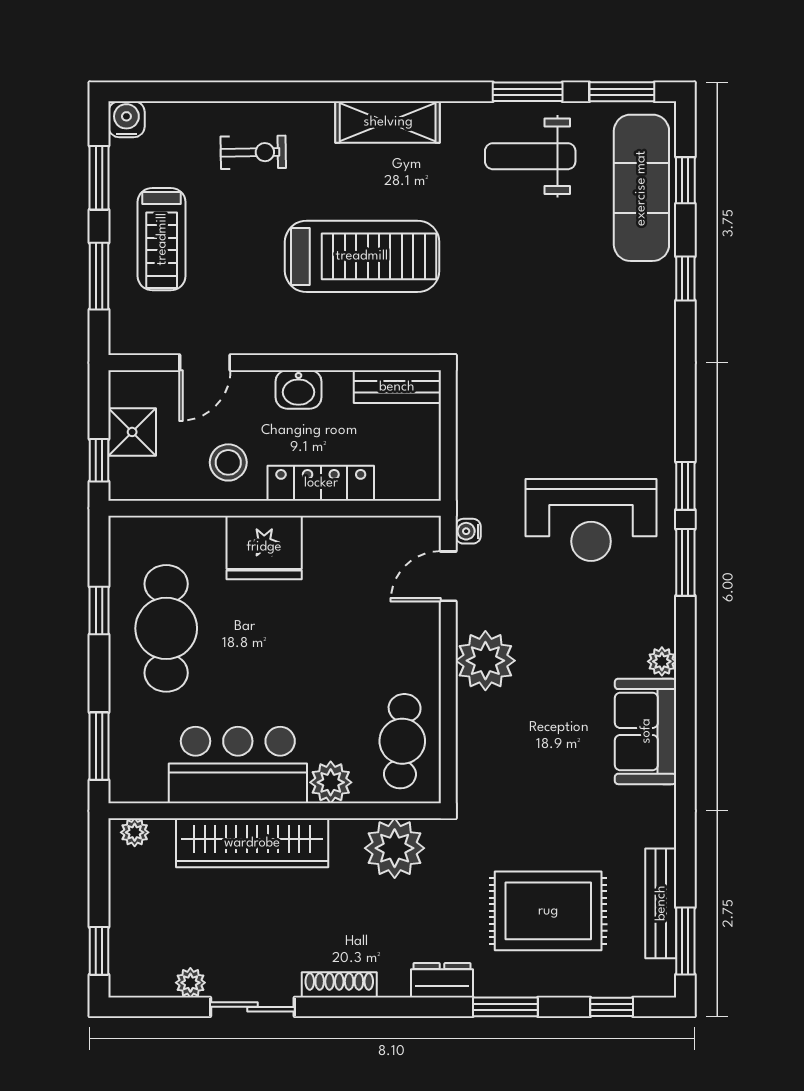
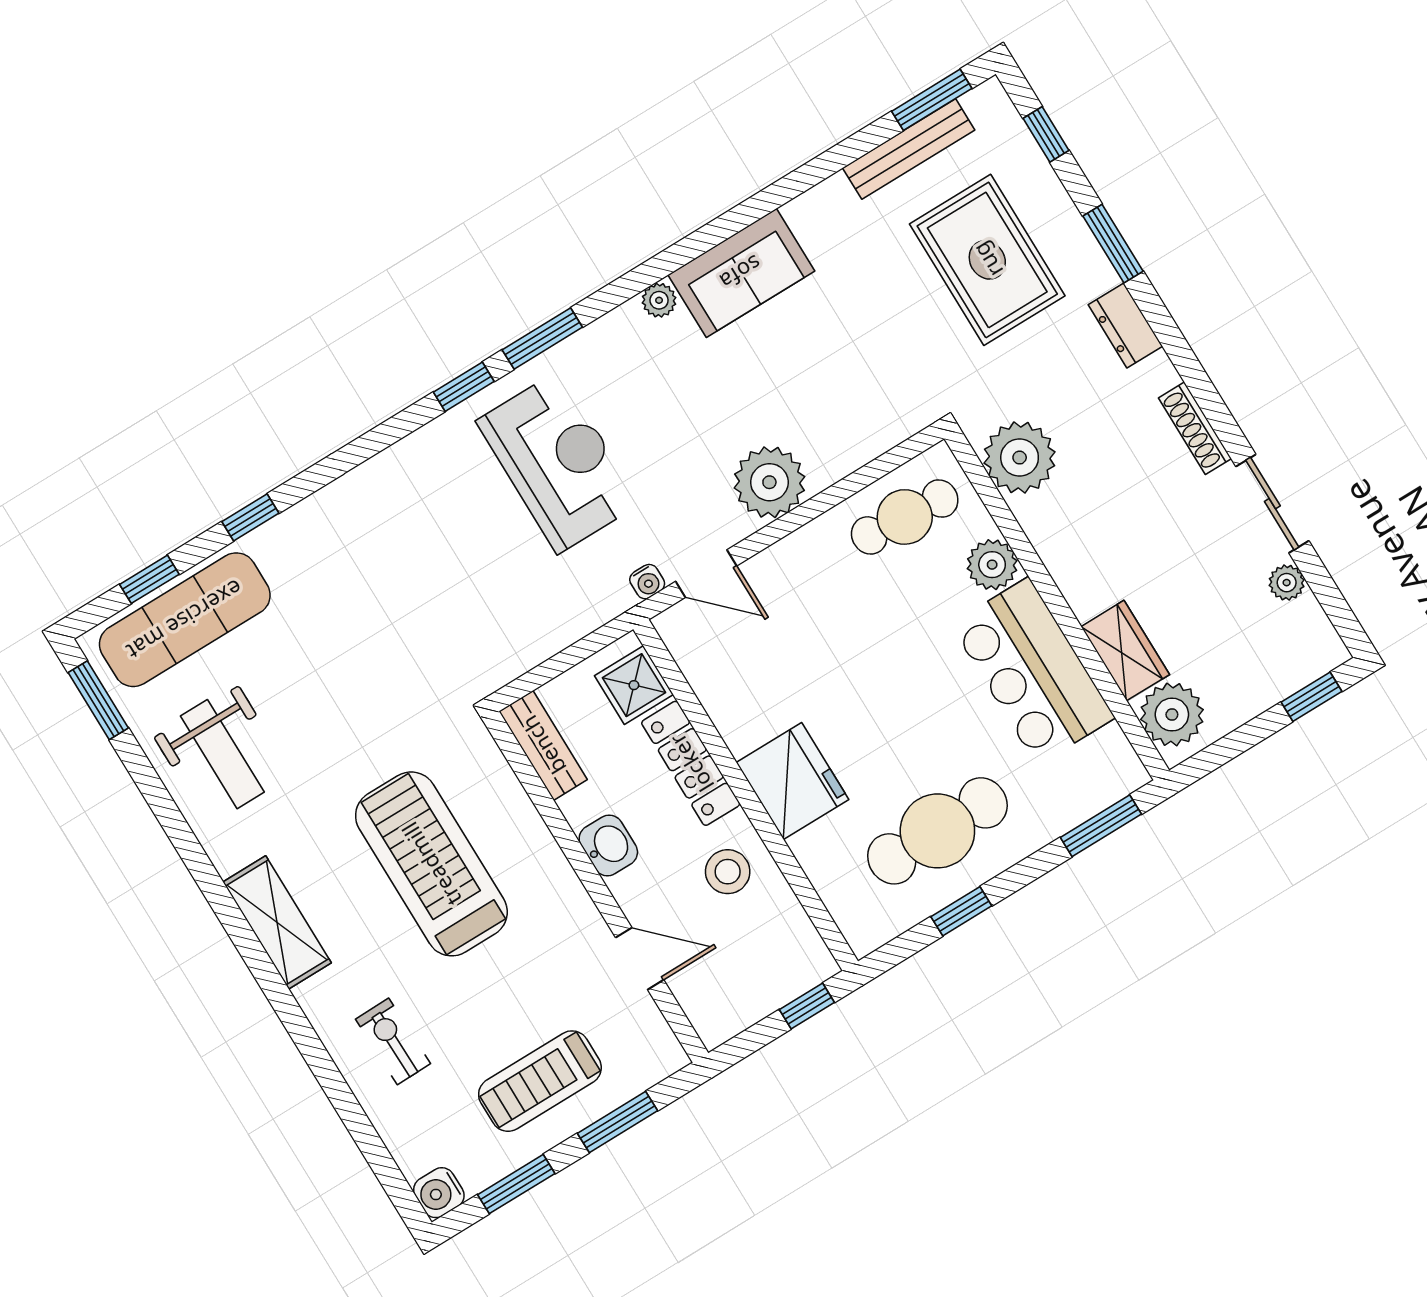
window: (528, 92) -> (158, 797), removed
treadmill: (162, 239) -> (540, 1081), turned 180
shower: (132, 432) -> (634, 685), moved
plant: (135, 832) -> (1172, 715), width x1.88, depth x1.88
wardrobe: (252, 843) -> (1125, 651), width x0.48, depth x0.85

